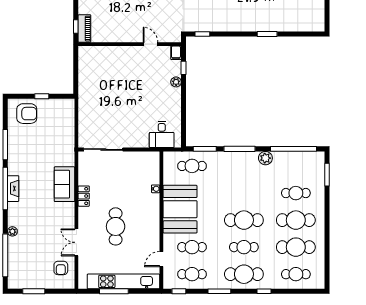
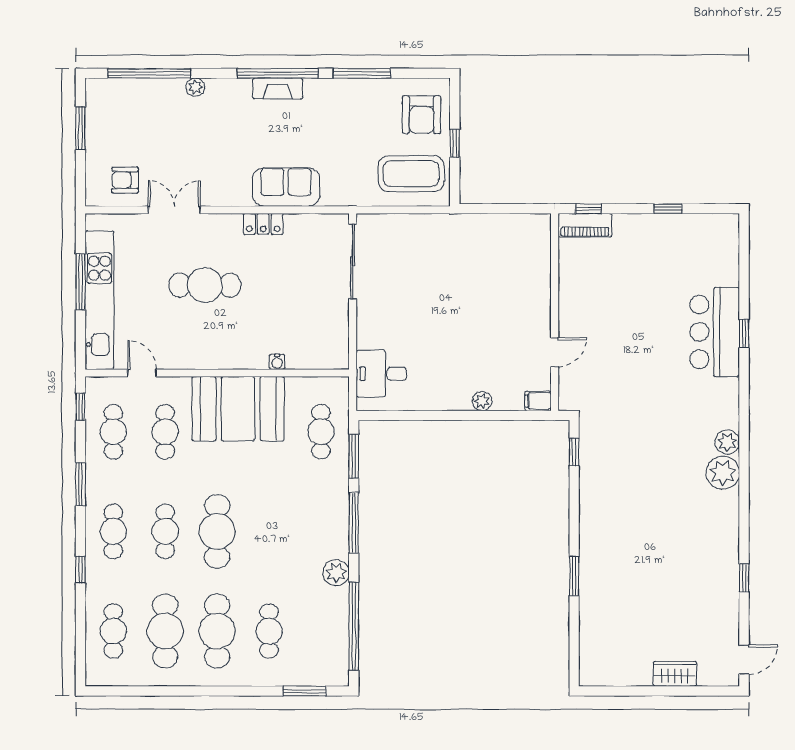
window: (183, 68) -> (509, 415), removed
coffee table: (57, 119) -> (411, 174), added
cafe table: (244, 274) -> (113, 531), width x0.73, depth x0.74

